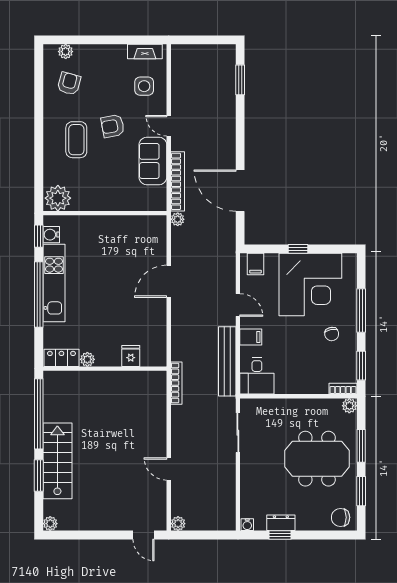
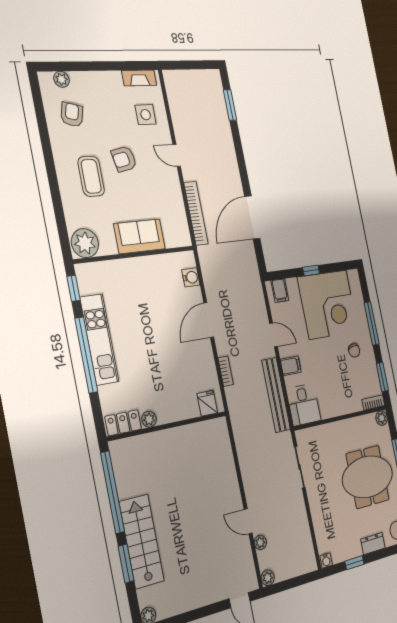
sofa: (153, 161) -> (139, 236), moved, turned 90
door: (240, 191) -> (252, 217), hinge flipped
plant: (178, 219) -> (260, 542), moved
water cooler: (51, 235) -> (191, 277), moved, turned 180
fridge: (131, 356) -> (207, 403), moved
bookcase: (176, 383) -> (226, 371), moved, width x0.64
dresser: (281, 523) -> (373, 544), moved

